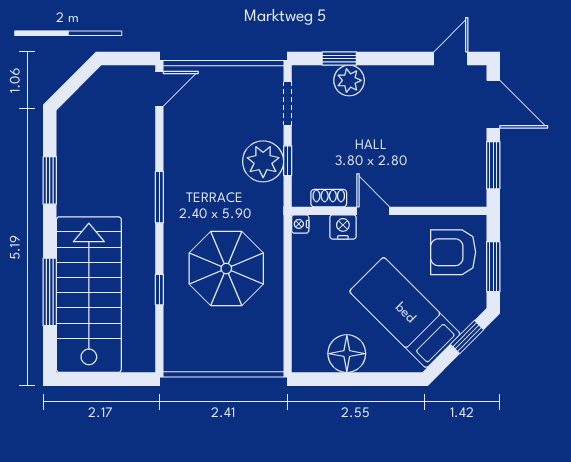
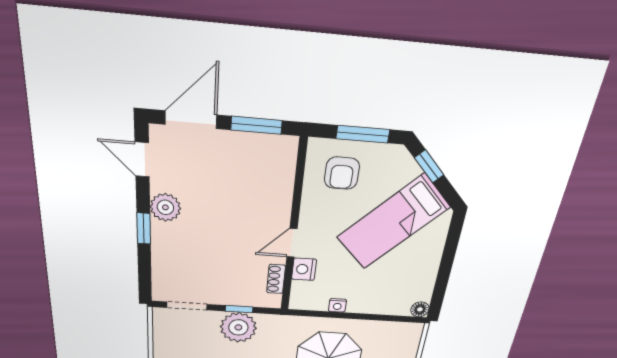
window: (339, 58) -> (144, 228), moved
plant: (349, 80) -> (165, 207), moved
nightstand: (300, 224) -> (337, 305), moved
armchair: (453, 252) -> (342, 173), width x0.72, depth x0.72
floor lamp: (347, 354) -> (420, 309), moved, width x0.53, depth x0.53

